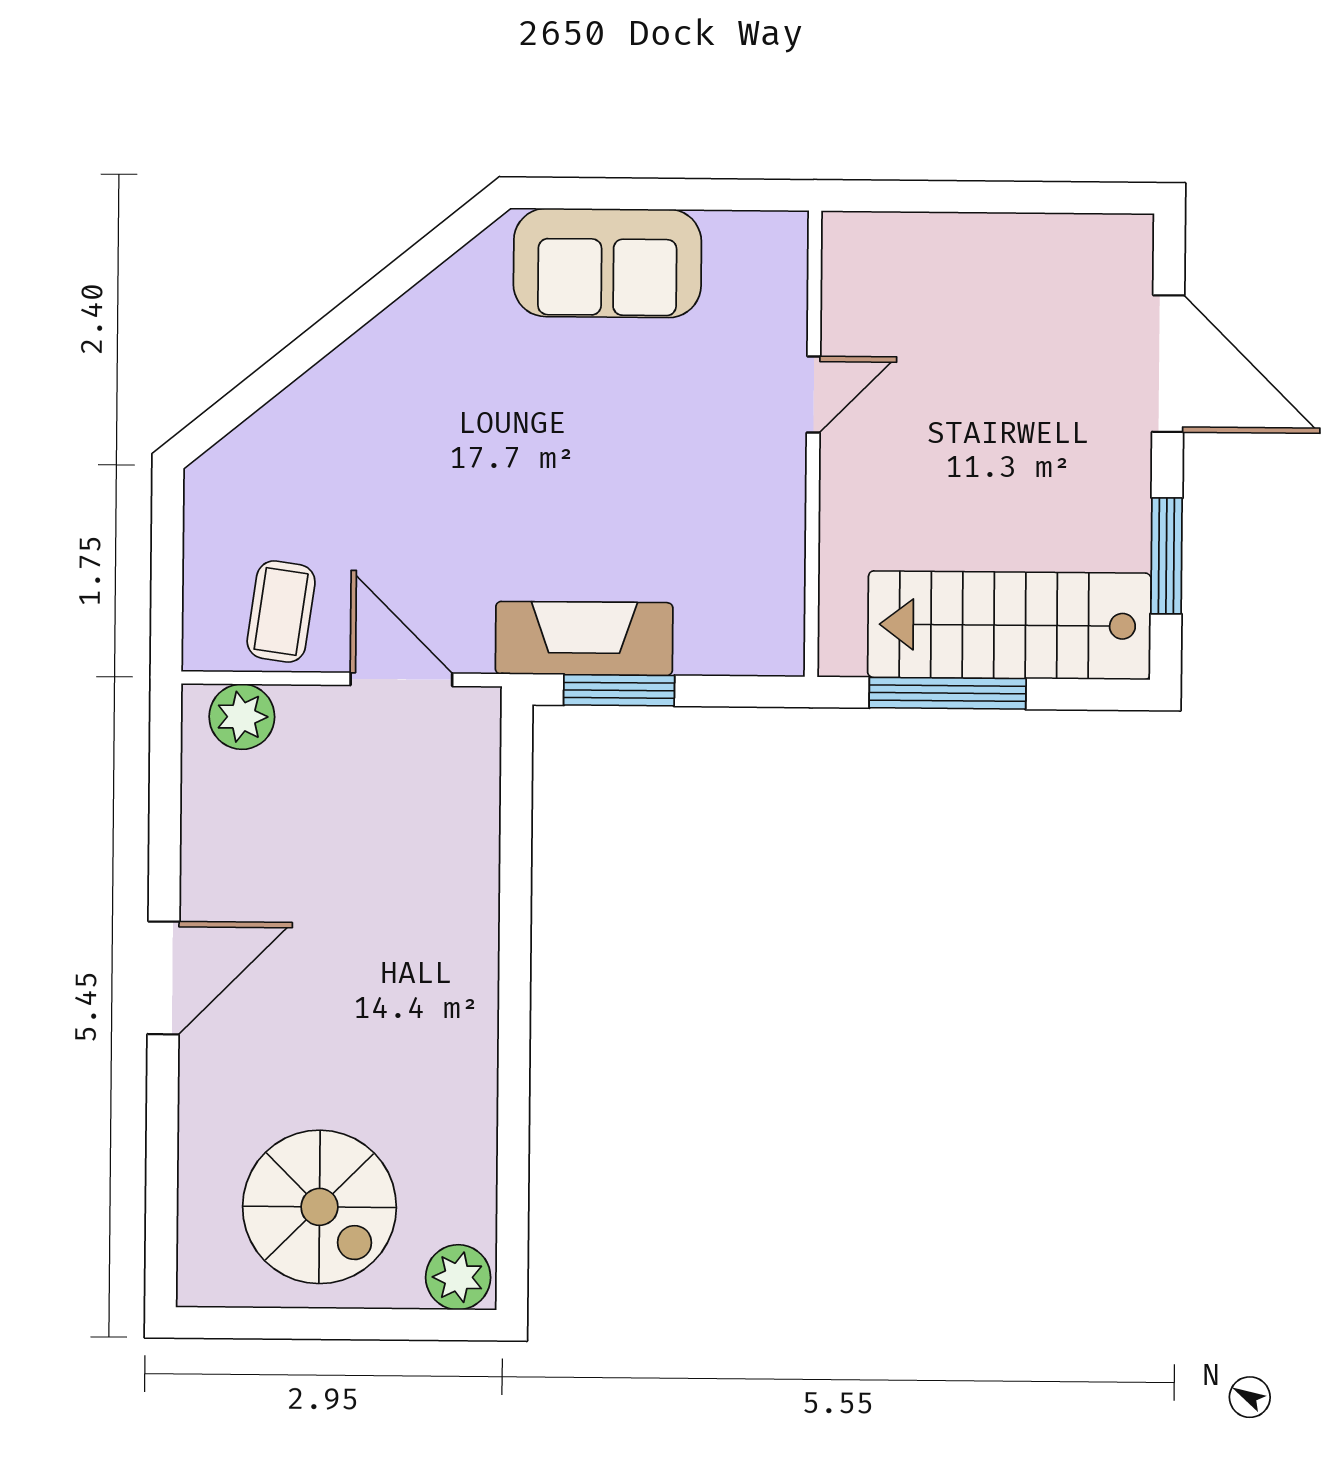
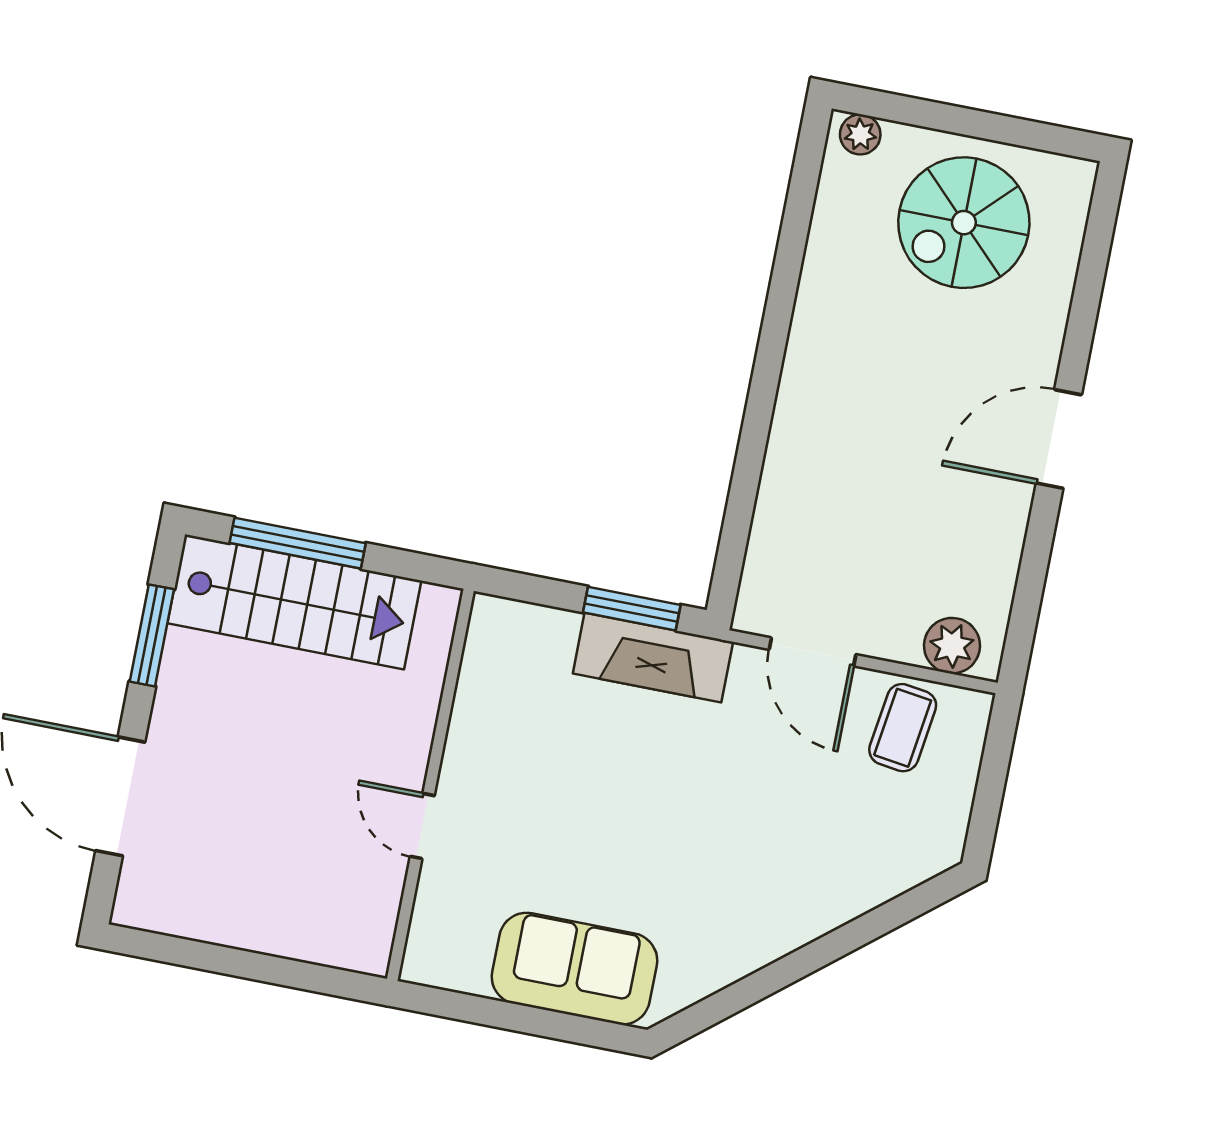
door: (814, 395) -> (422, 826), hinge flipped
window: (948, 693) -> (298, 543), moved
spiral stairs: (319, 1207) -> (964, 223), turned -90
plant: (458, 1277) -> (860, 134), width x0.73, depth x0.73

